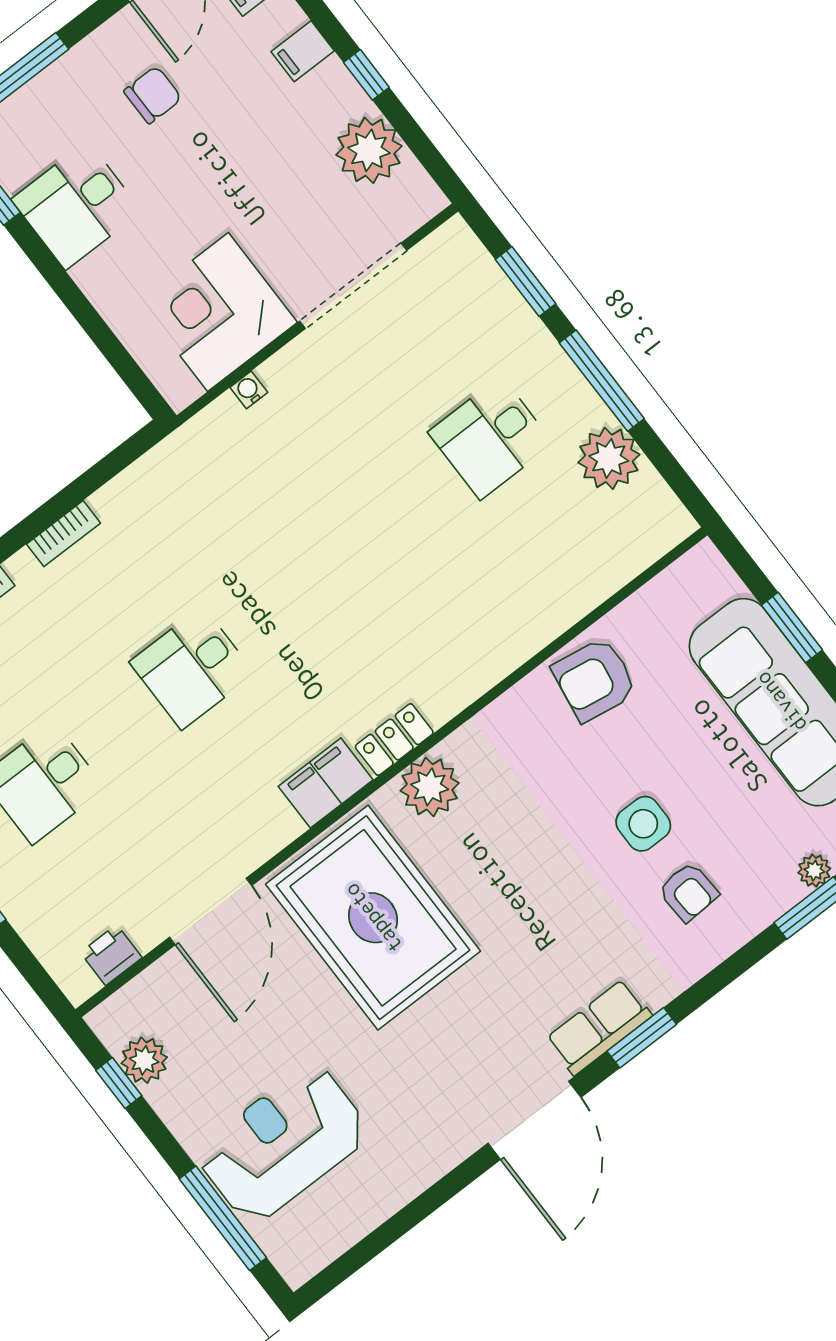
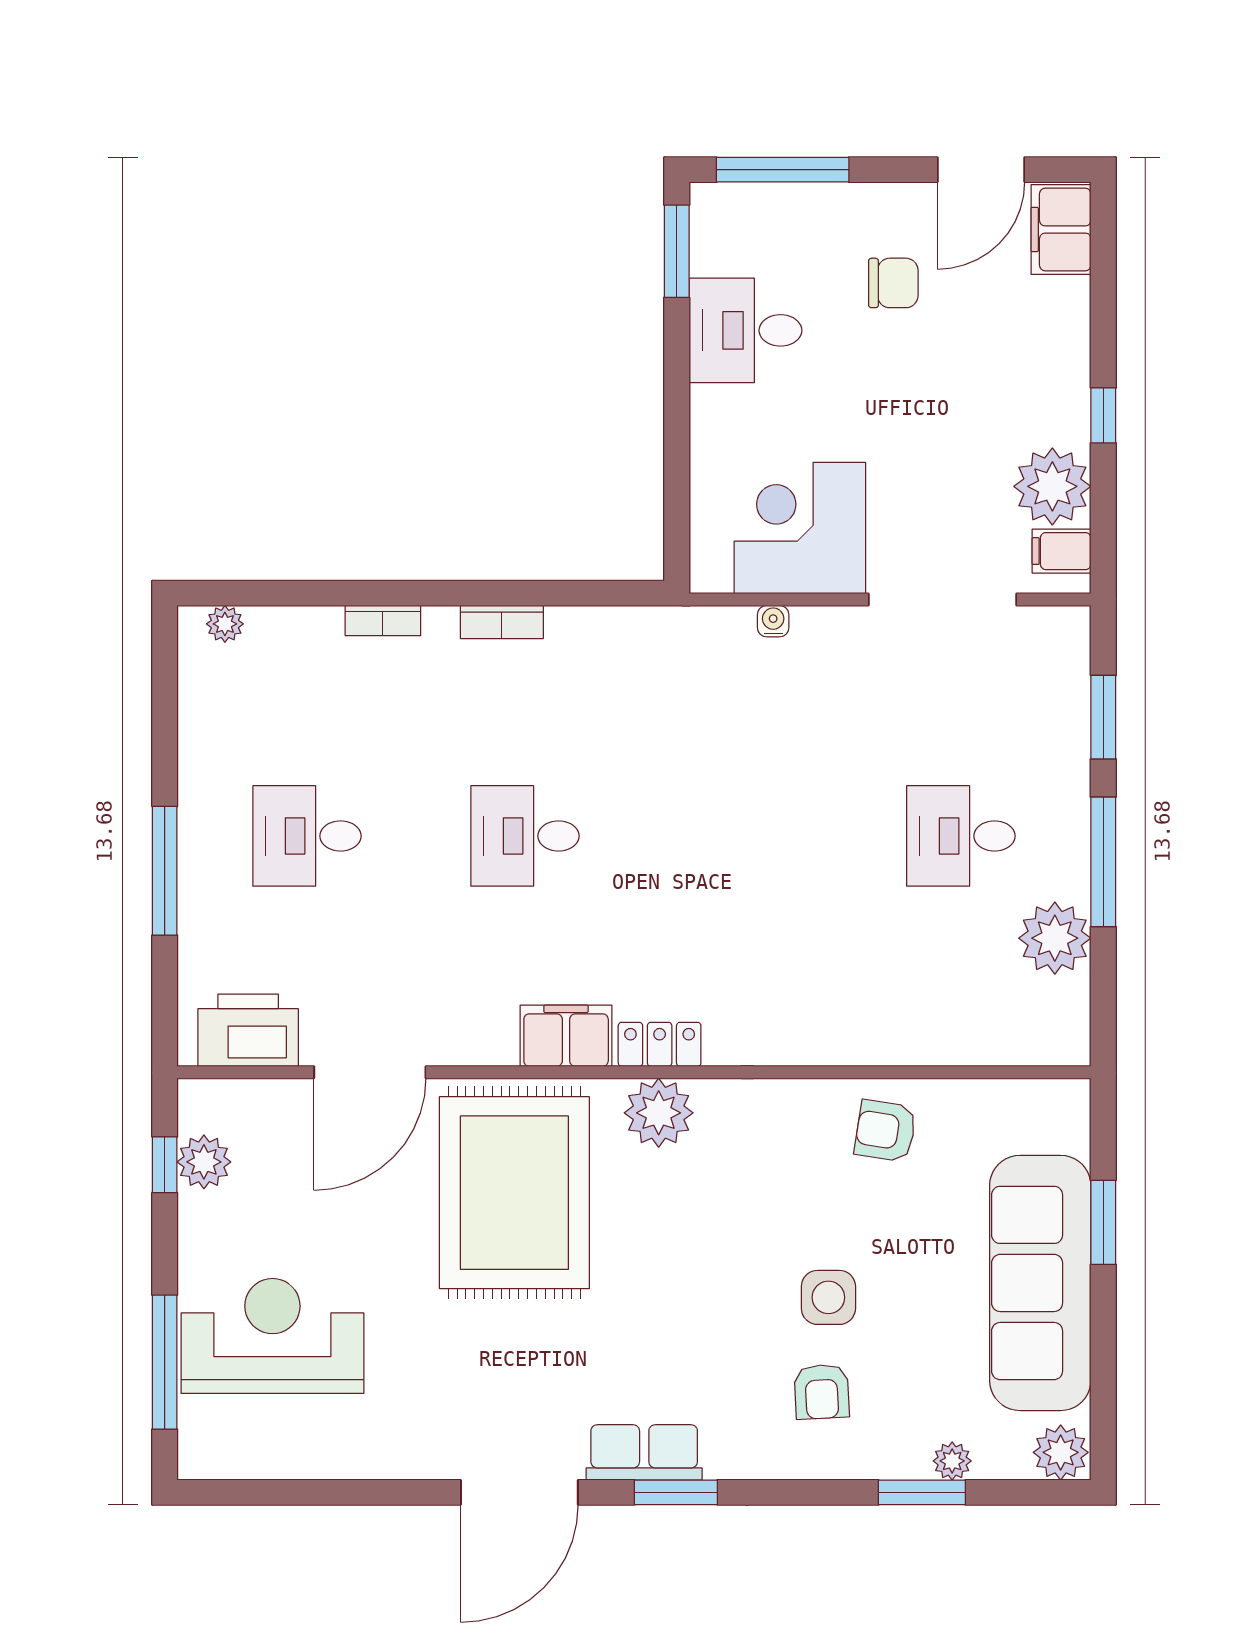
filing cabinet: (303, 51) -> (1062, 551), moved
armchair: (595, 680) -> (885, 1131), width x0.72, depth x0.72
printer: (111, 955) -> (248, 1030), width x1.87, depth x1.48

